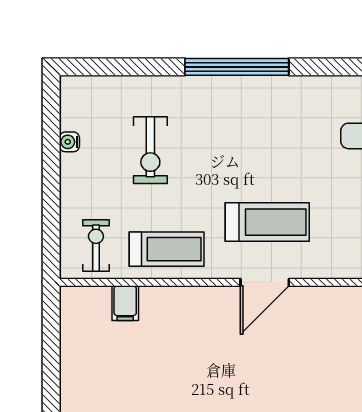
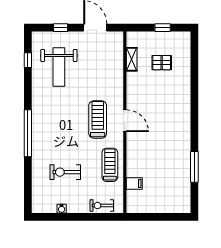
exercise bike: (150, 150) -> (65, 172), turned 180
exercise bike: (96, 246) -> (102, 205), moved

